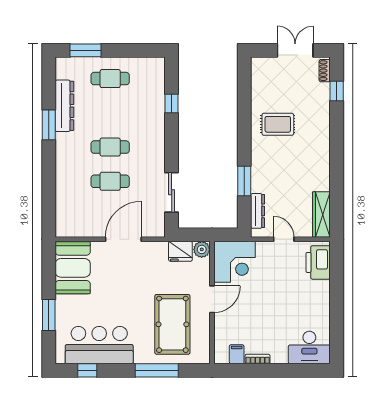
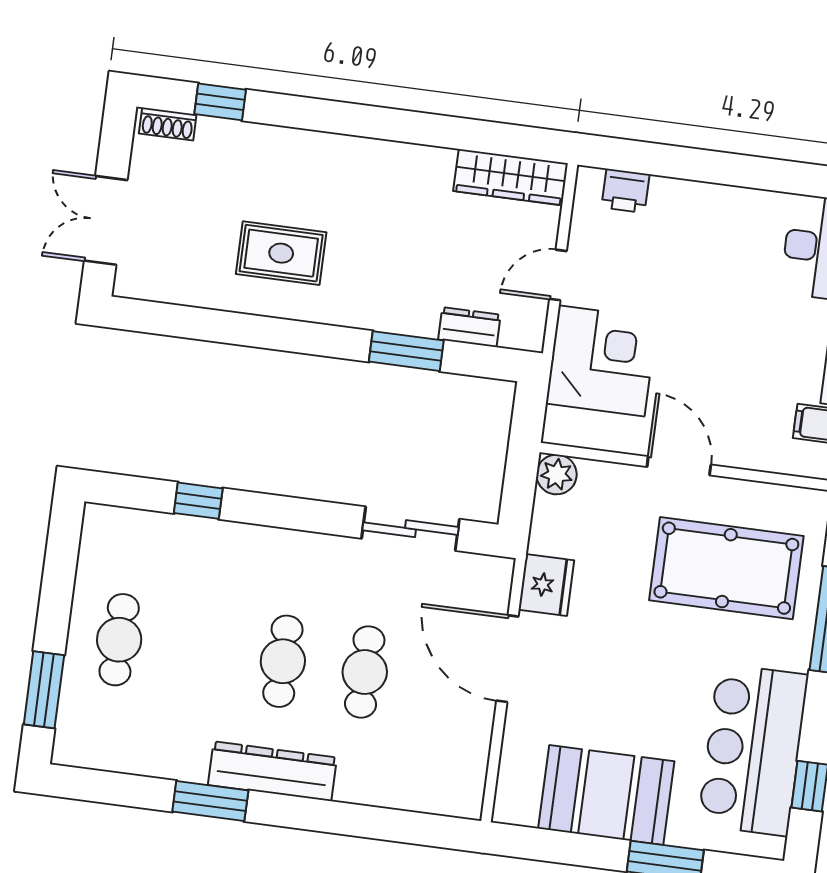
double door: (295, 50) -> (106, 220), moved
dresser: (64, 106) -> (272, 771), moved
rug: (278, 124) -> (281, 253), turned 90
dresser: (258, 211) -> (469, 327), width x0.70
fridge: (180, 251) -> (546, 585), moved
corner desk: (234, 262) -> (602, 361), moved
printer: (318, 262) -> (625, 191), width x0.53, depth x0.68
booth: (73, 268) -> (606, 795), moved

